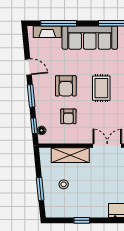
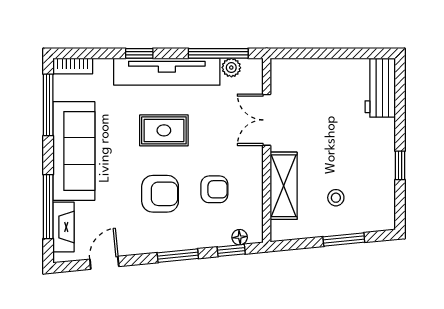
door: (28, 67) -> (104, 263), moved

